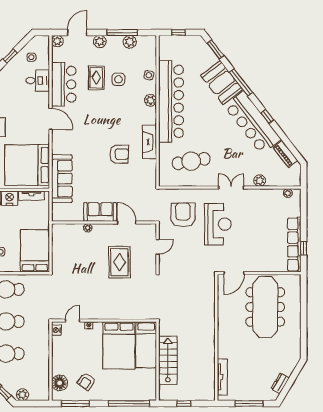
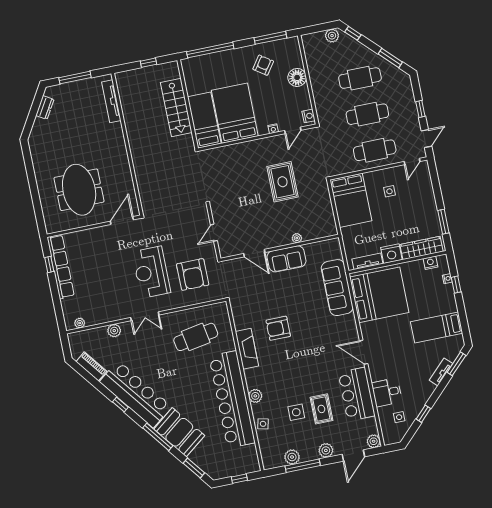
rug: (119, 262) -> (283, 182), moved
meeting table: (265, 307) -> (79, 190), width x0.73
floor lamp: (60, 383) -> (297, 77), moved

